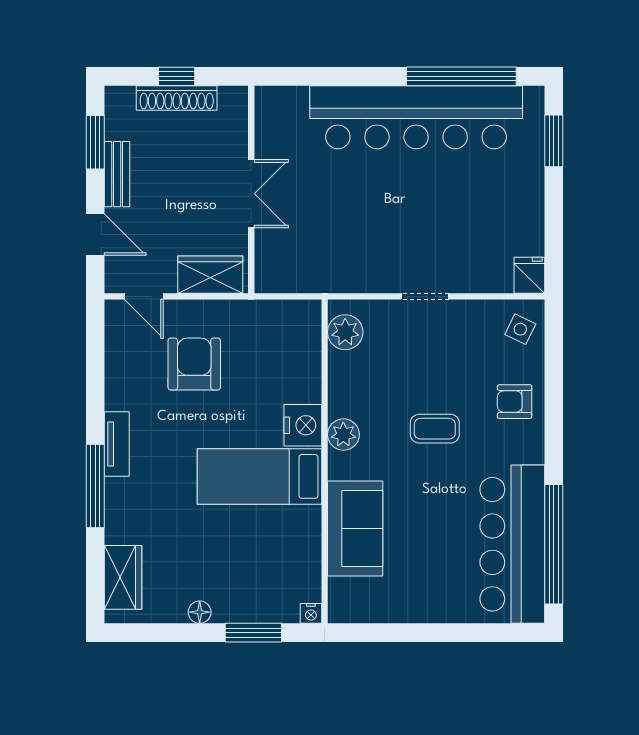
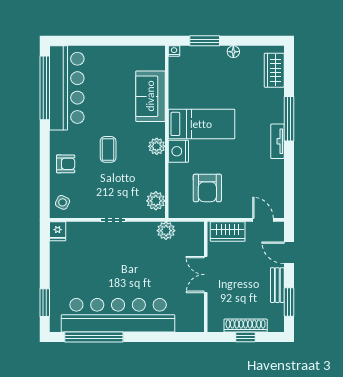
plant: (326, 276) -> (166, 231), added
armchair: (194, 364) -> (207, 188), moved
coffee table: (435, 429) -> (108, 149), turned 90

